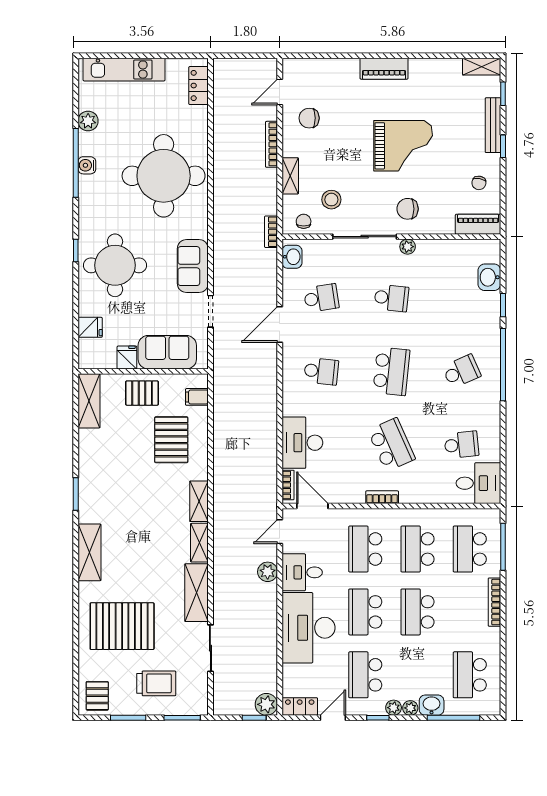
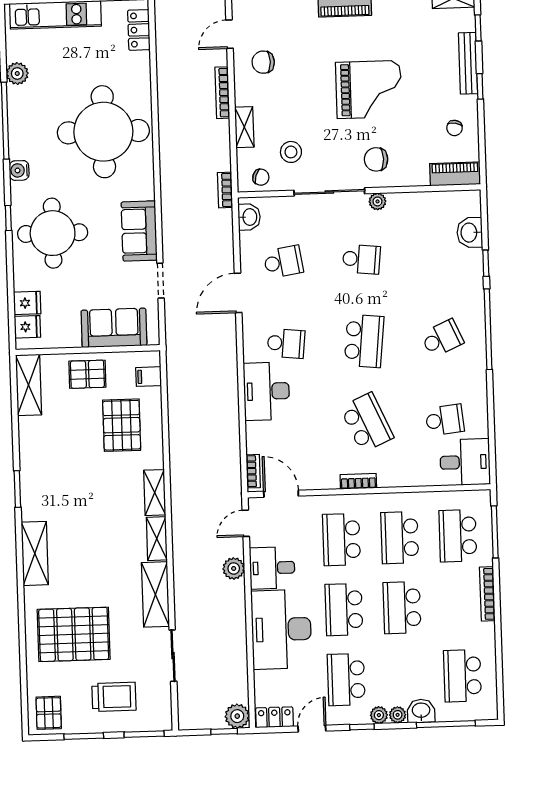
water cooler: (87, 165) -> (19, 170), moved
chair: (304, 221) -> (261, 177), turned 107
fridge: (127, 357) -> (27, 327), moved, turned 90
desk: (302, 443) -> (267, 391), moved

